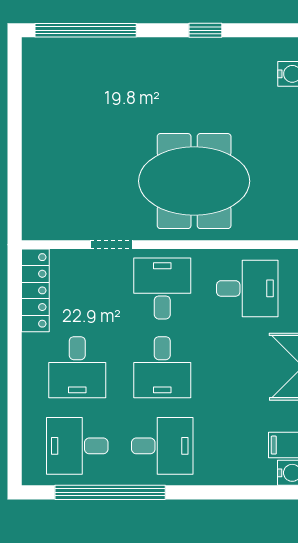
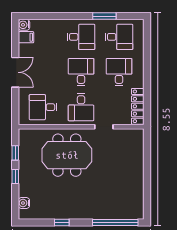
desk: (162, 446) -> (81, 37), turned 180
window: (110, 492) -> (104, 16), width x0.47

